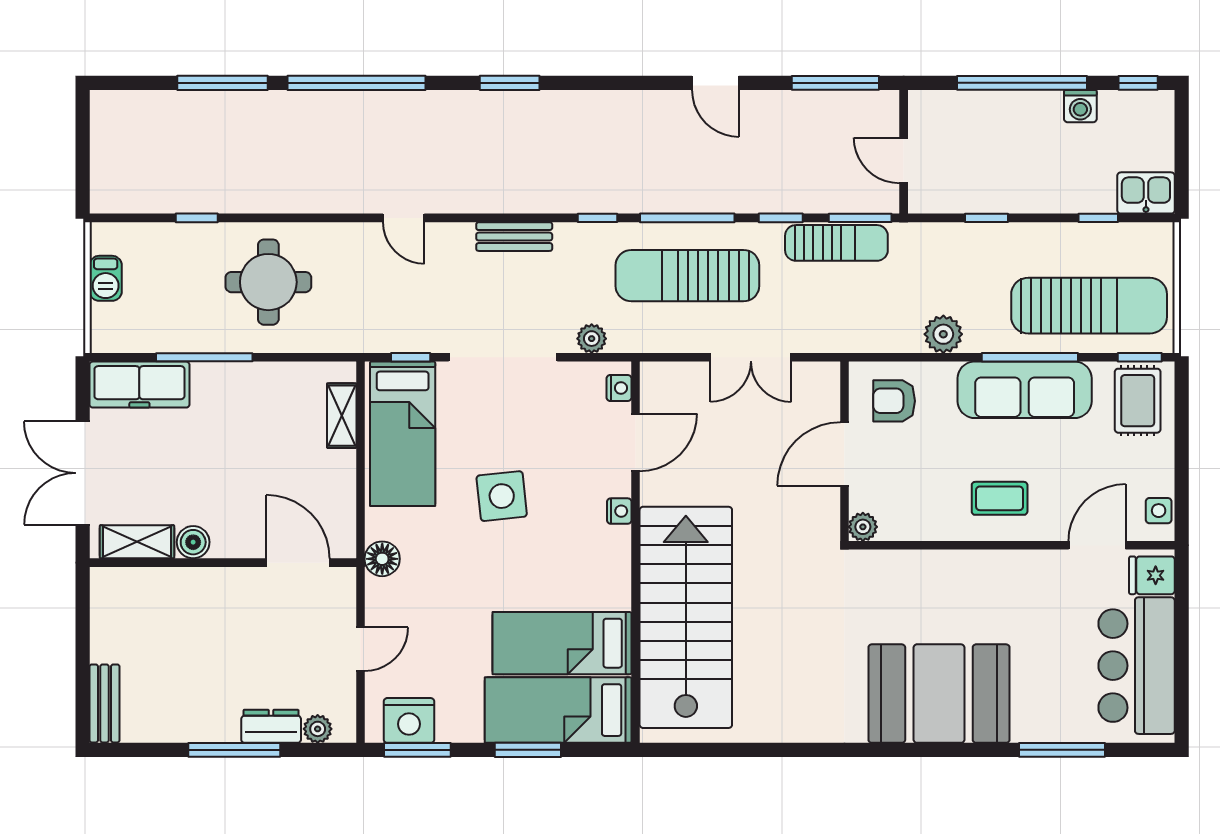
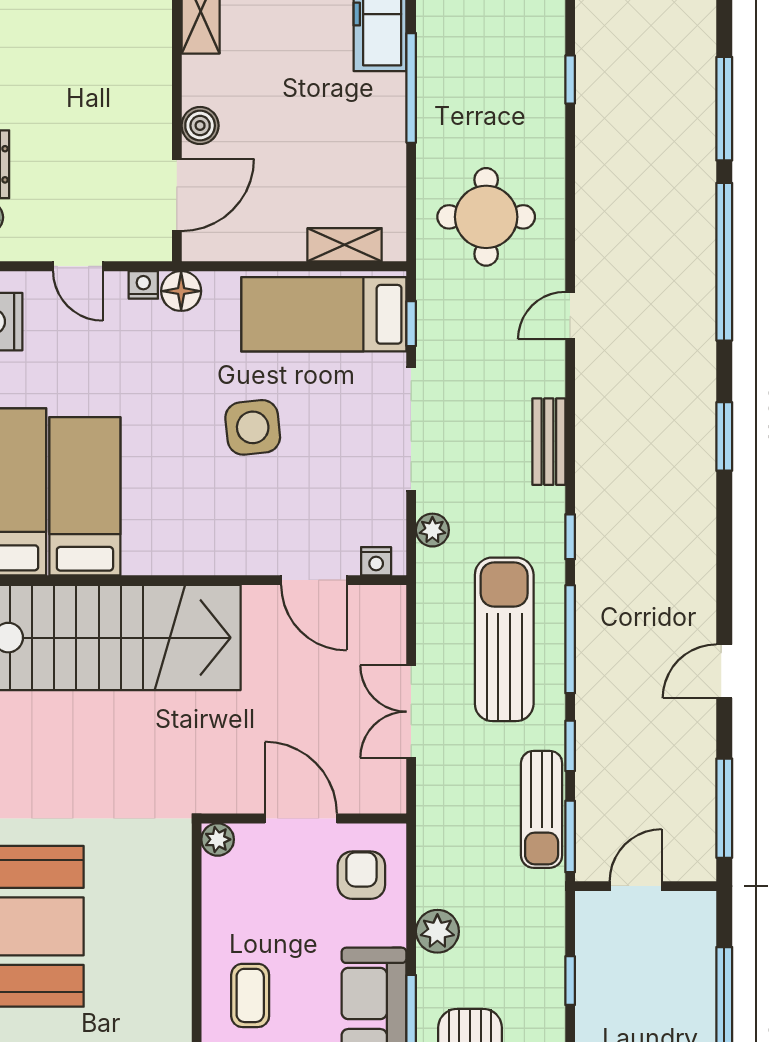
round table: (268, 282) -> (486, 217), moved
nightstand: (619, 511) -> (143, 285), moved, turned 180
boiler: (193, 542) -> (200, 126), moved

